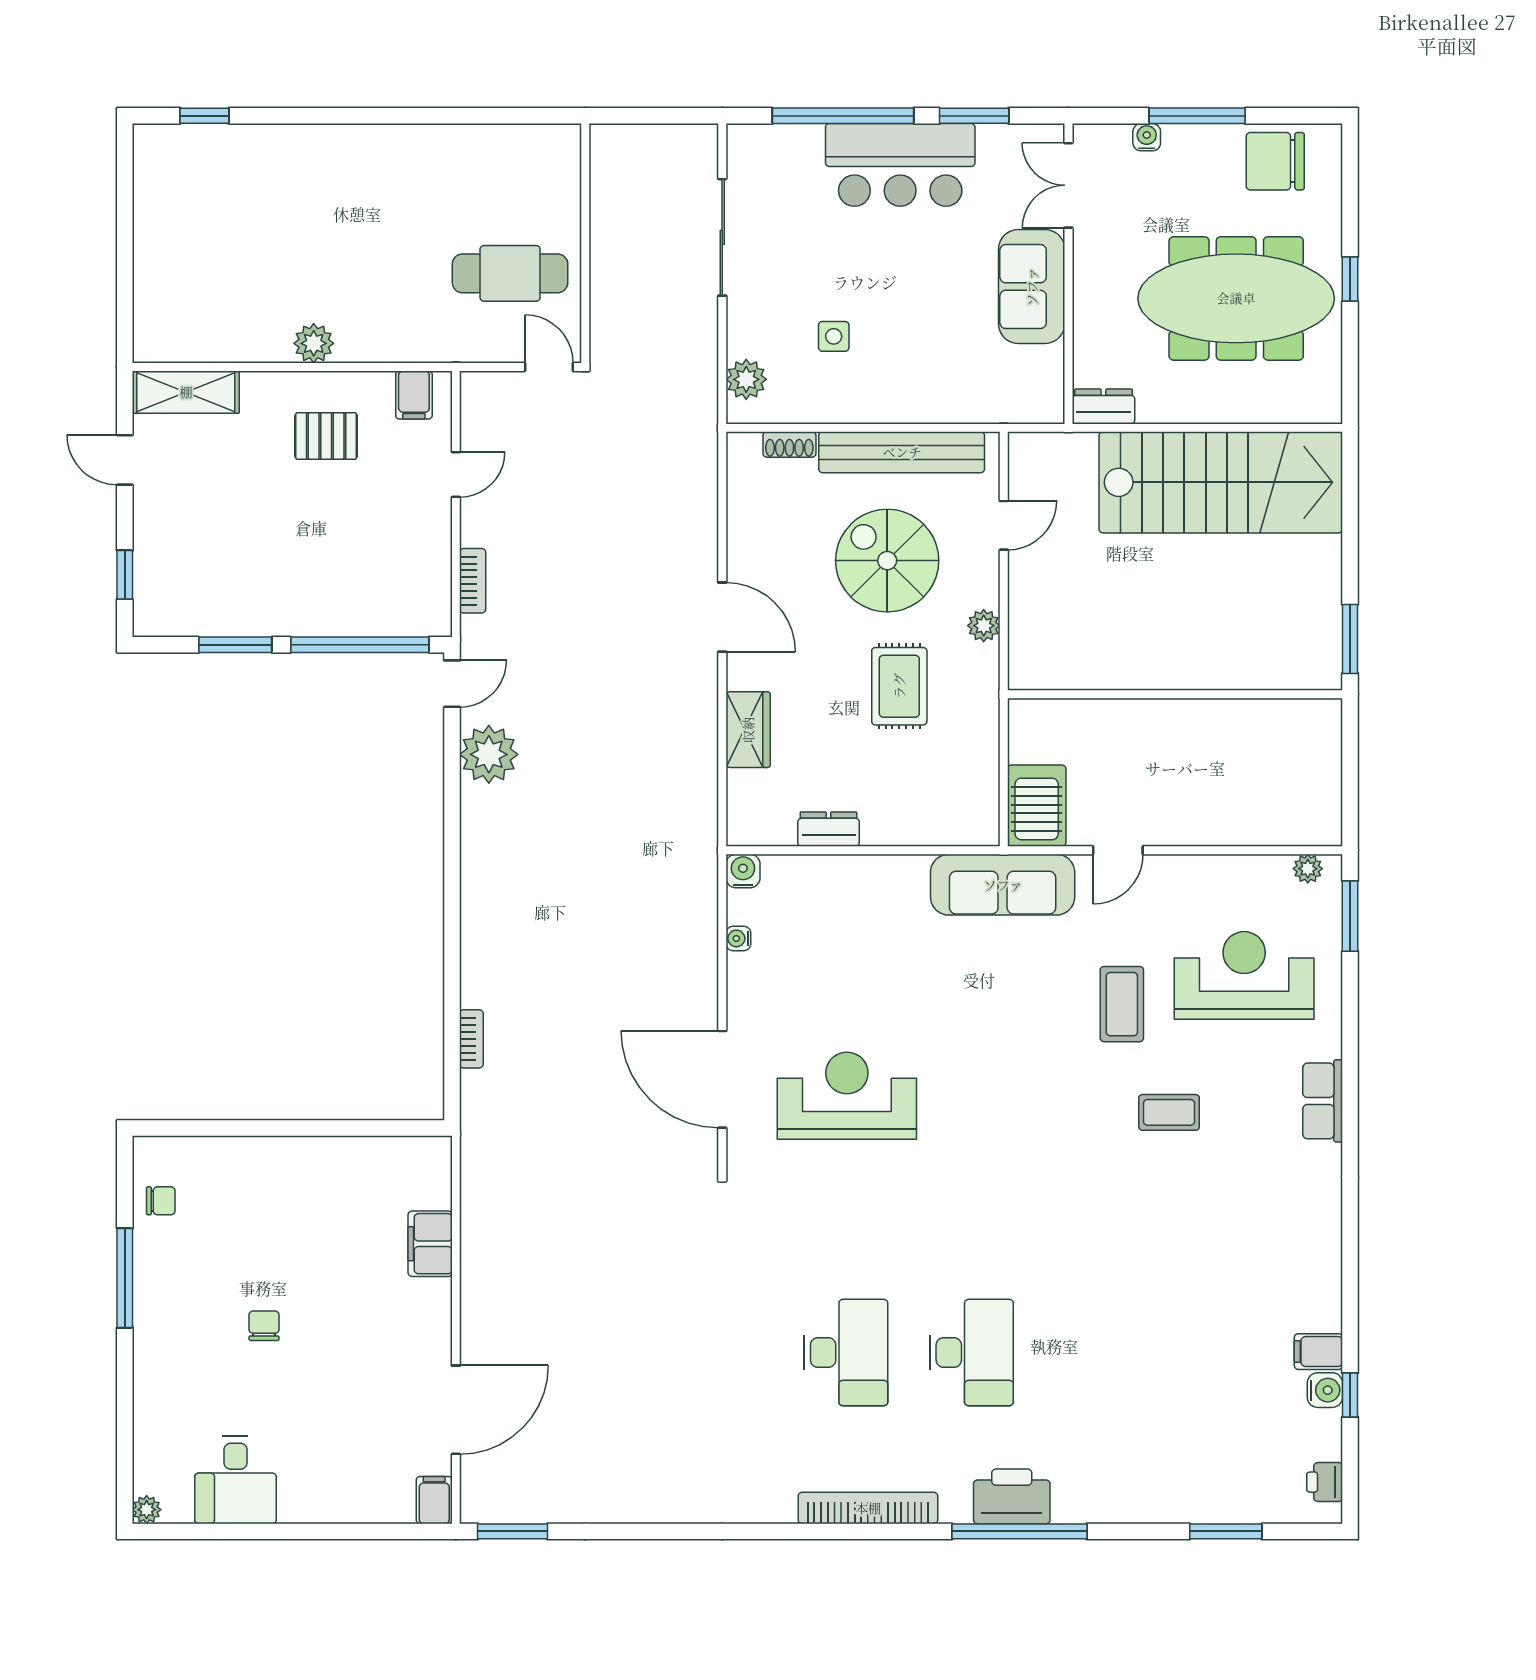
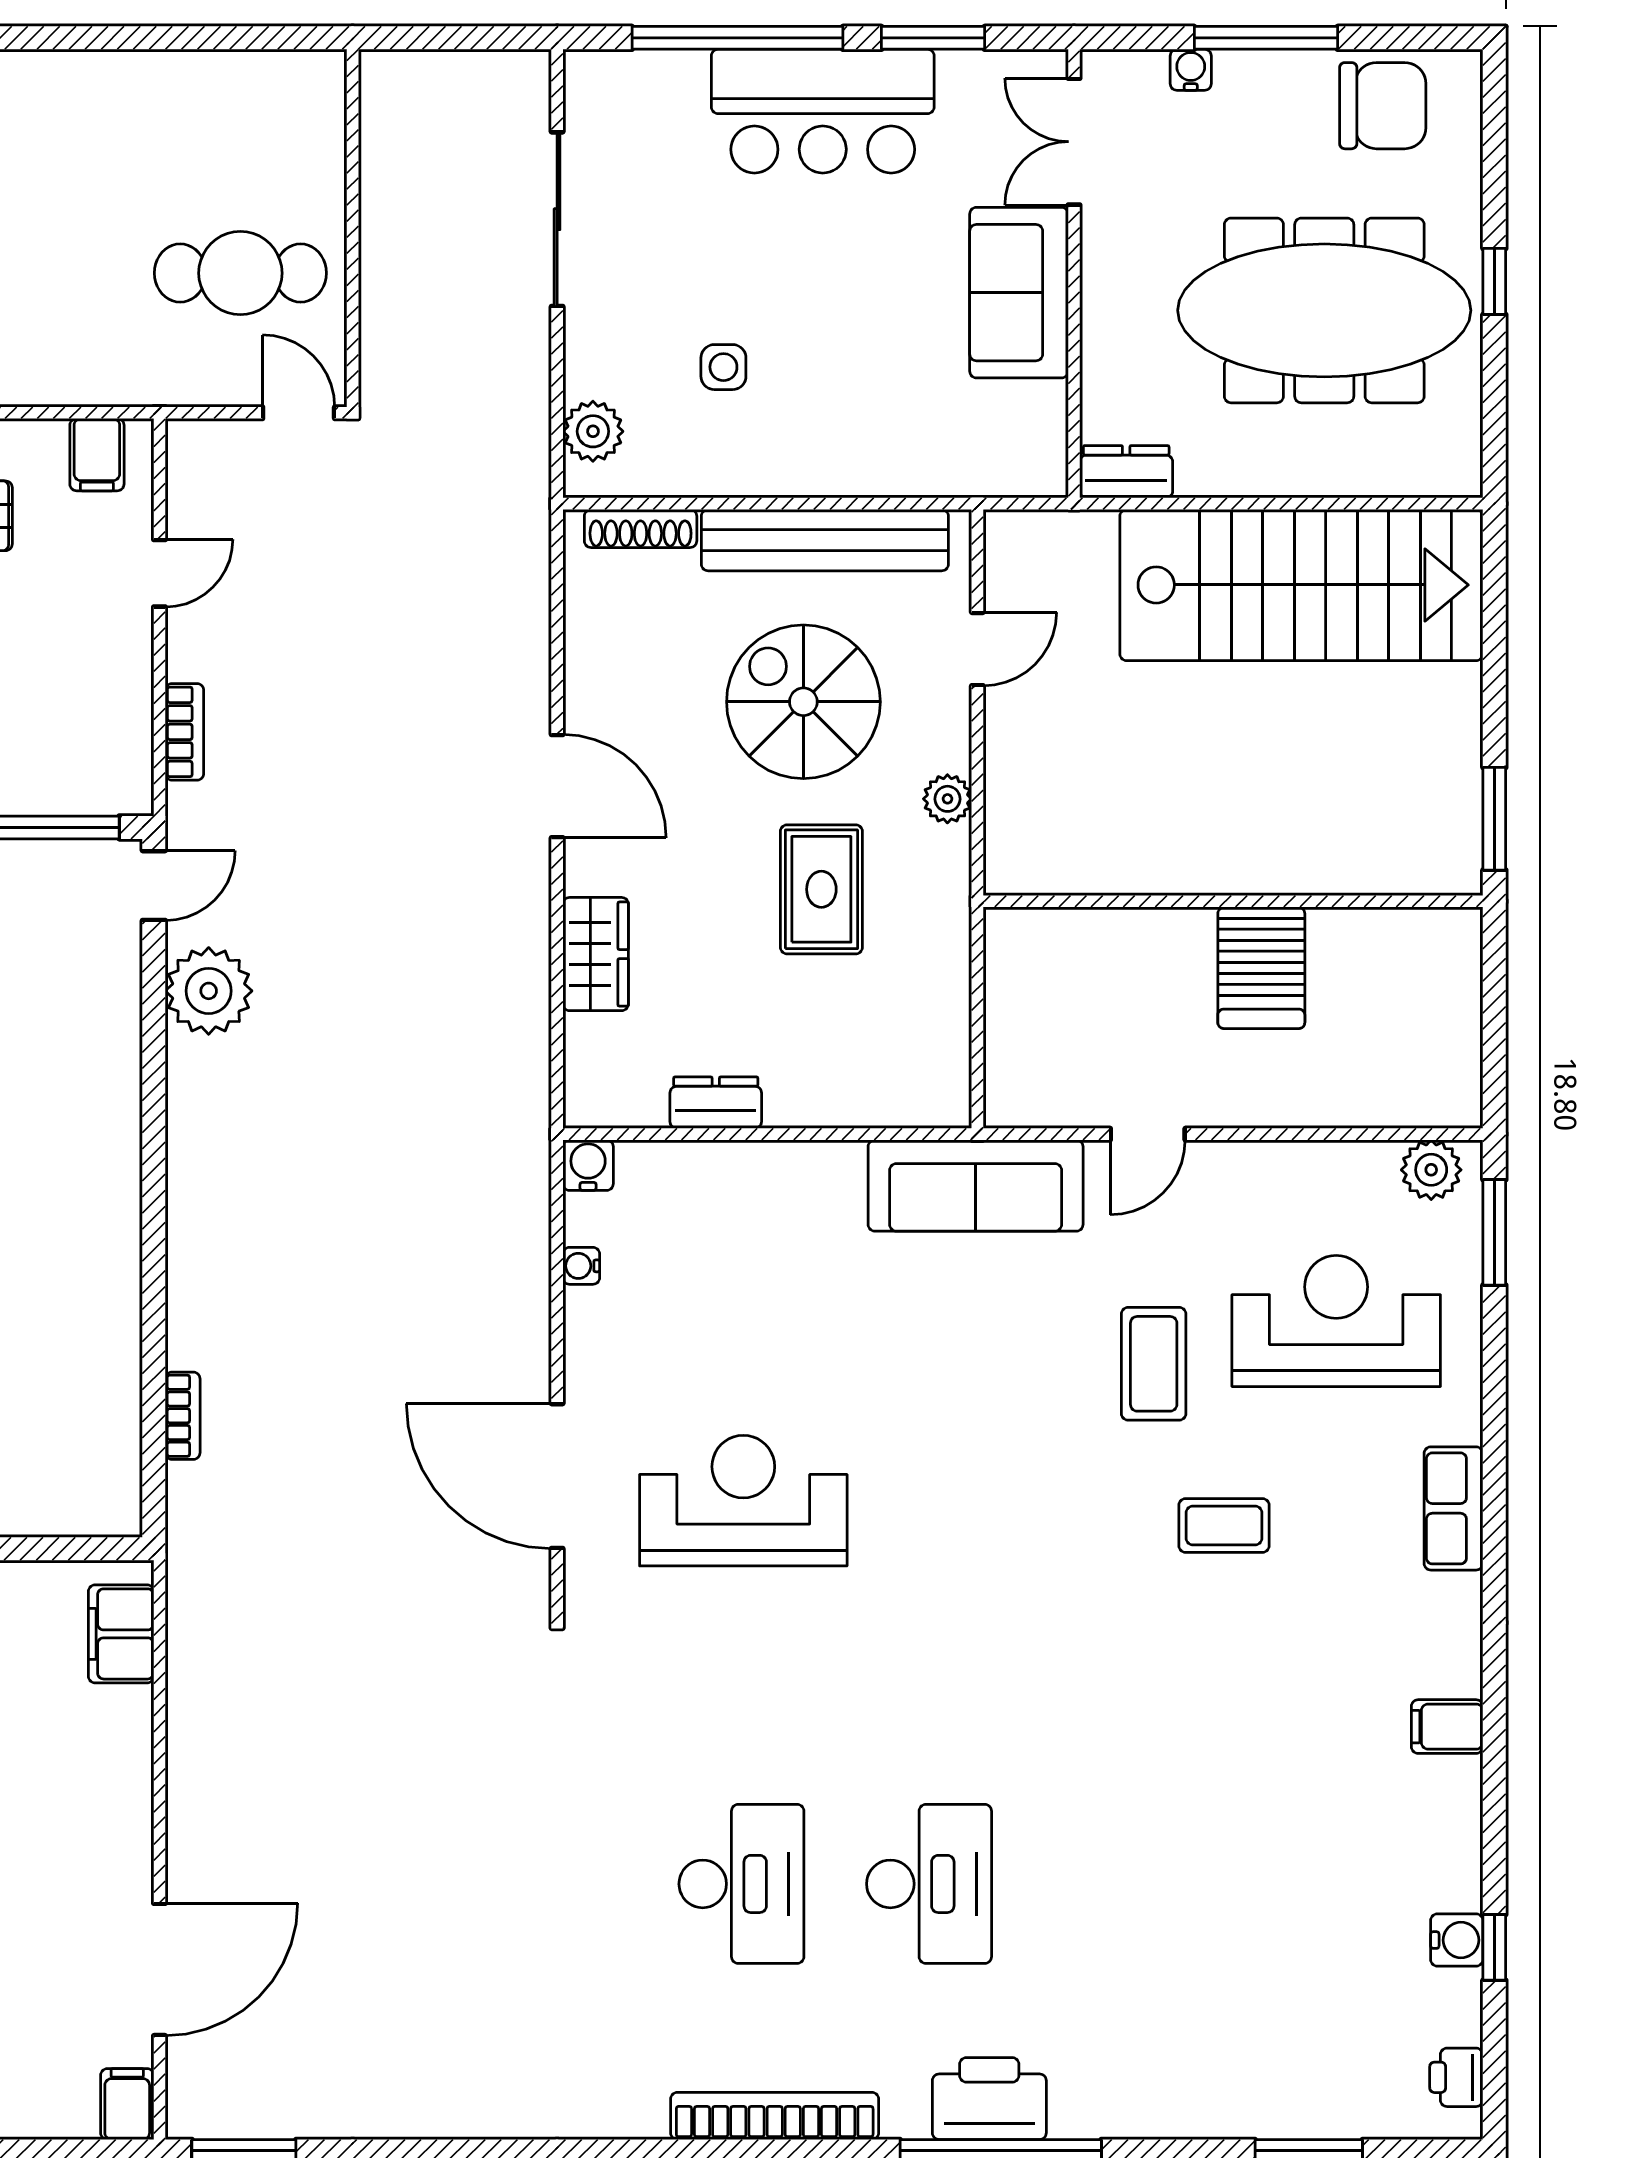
chair: (1275, 161) -> (1383, 106), turned 180
shoe rack: (789, 444) -> (641, 528), width x1.43
server rack: (1037, 806) -> (1261, 968), moved, turned 180
plant: (1308, 869) -> (1431, 1170), width x1.38, depth x1.38
filing cabinet: (430, 1244) -> (121, 1634), moved
filing cabinet: (1318, 1352) -> (1447, 1727), moved

